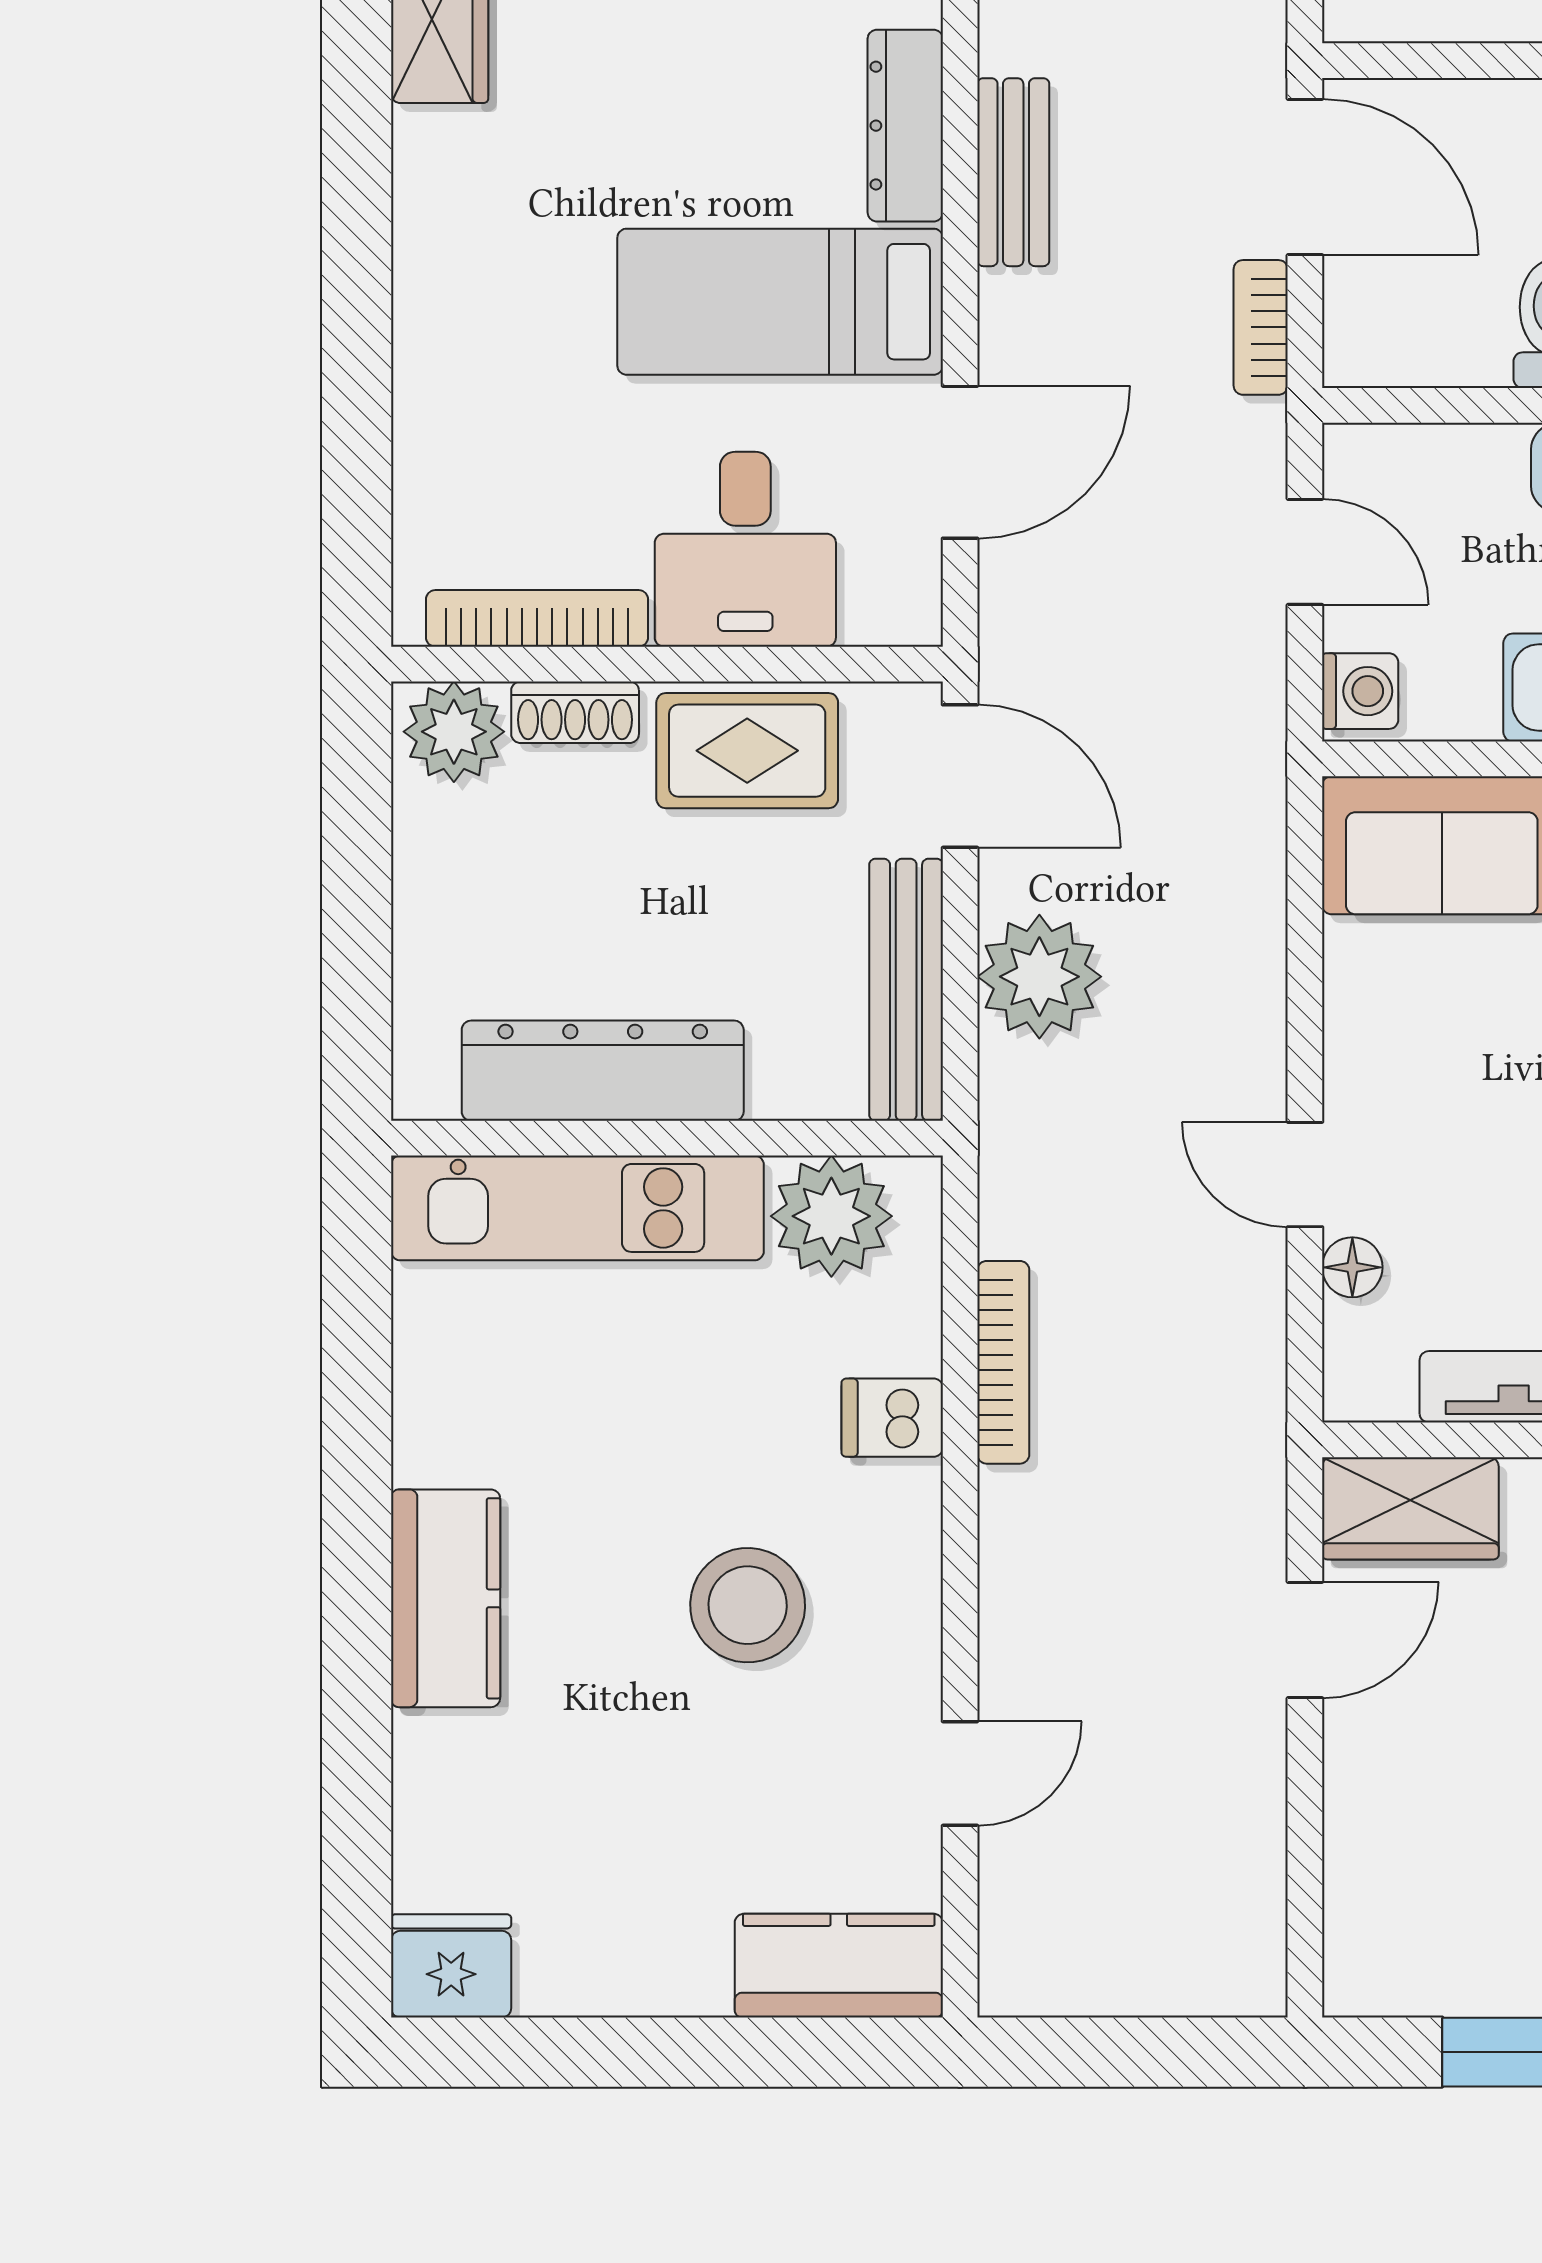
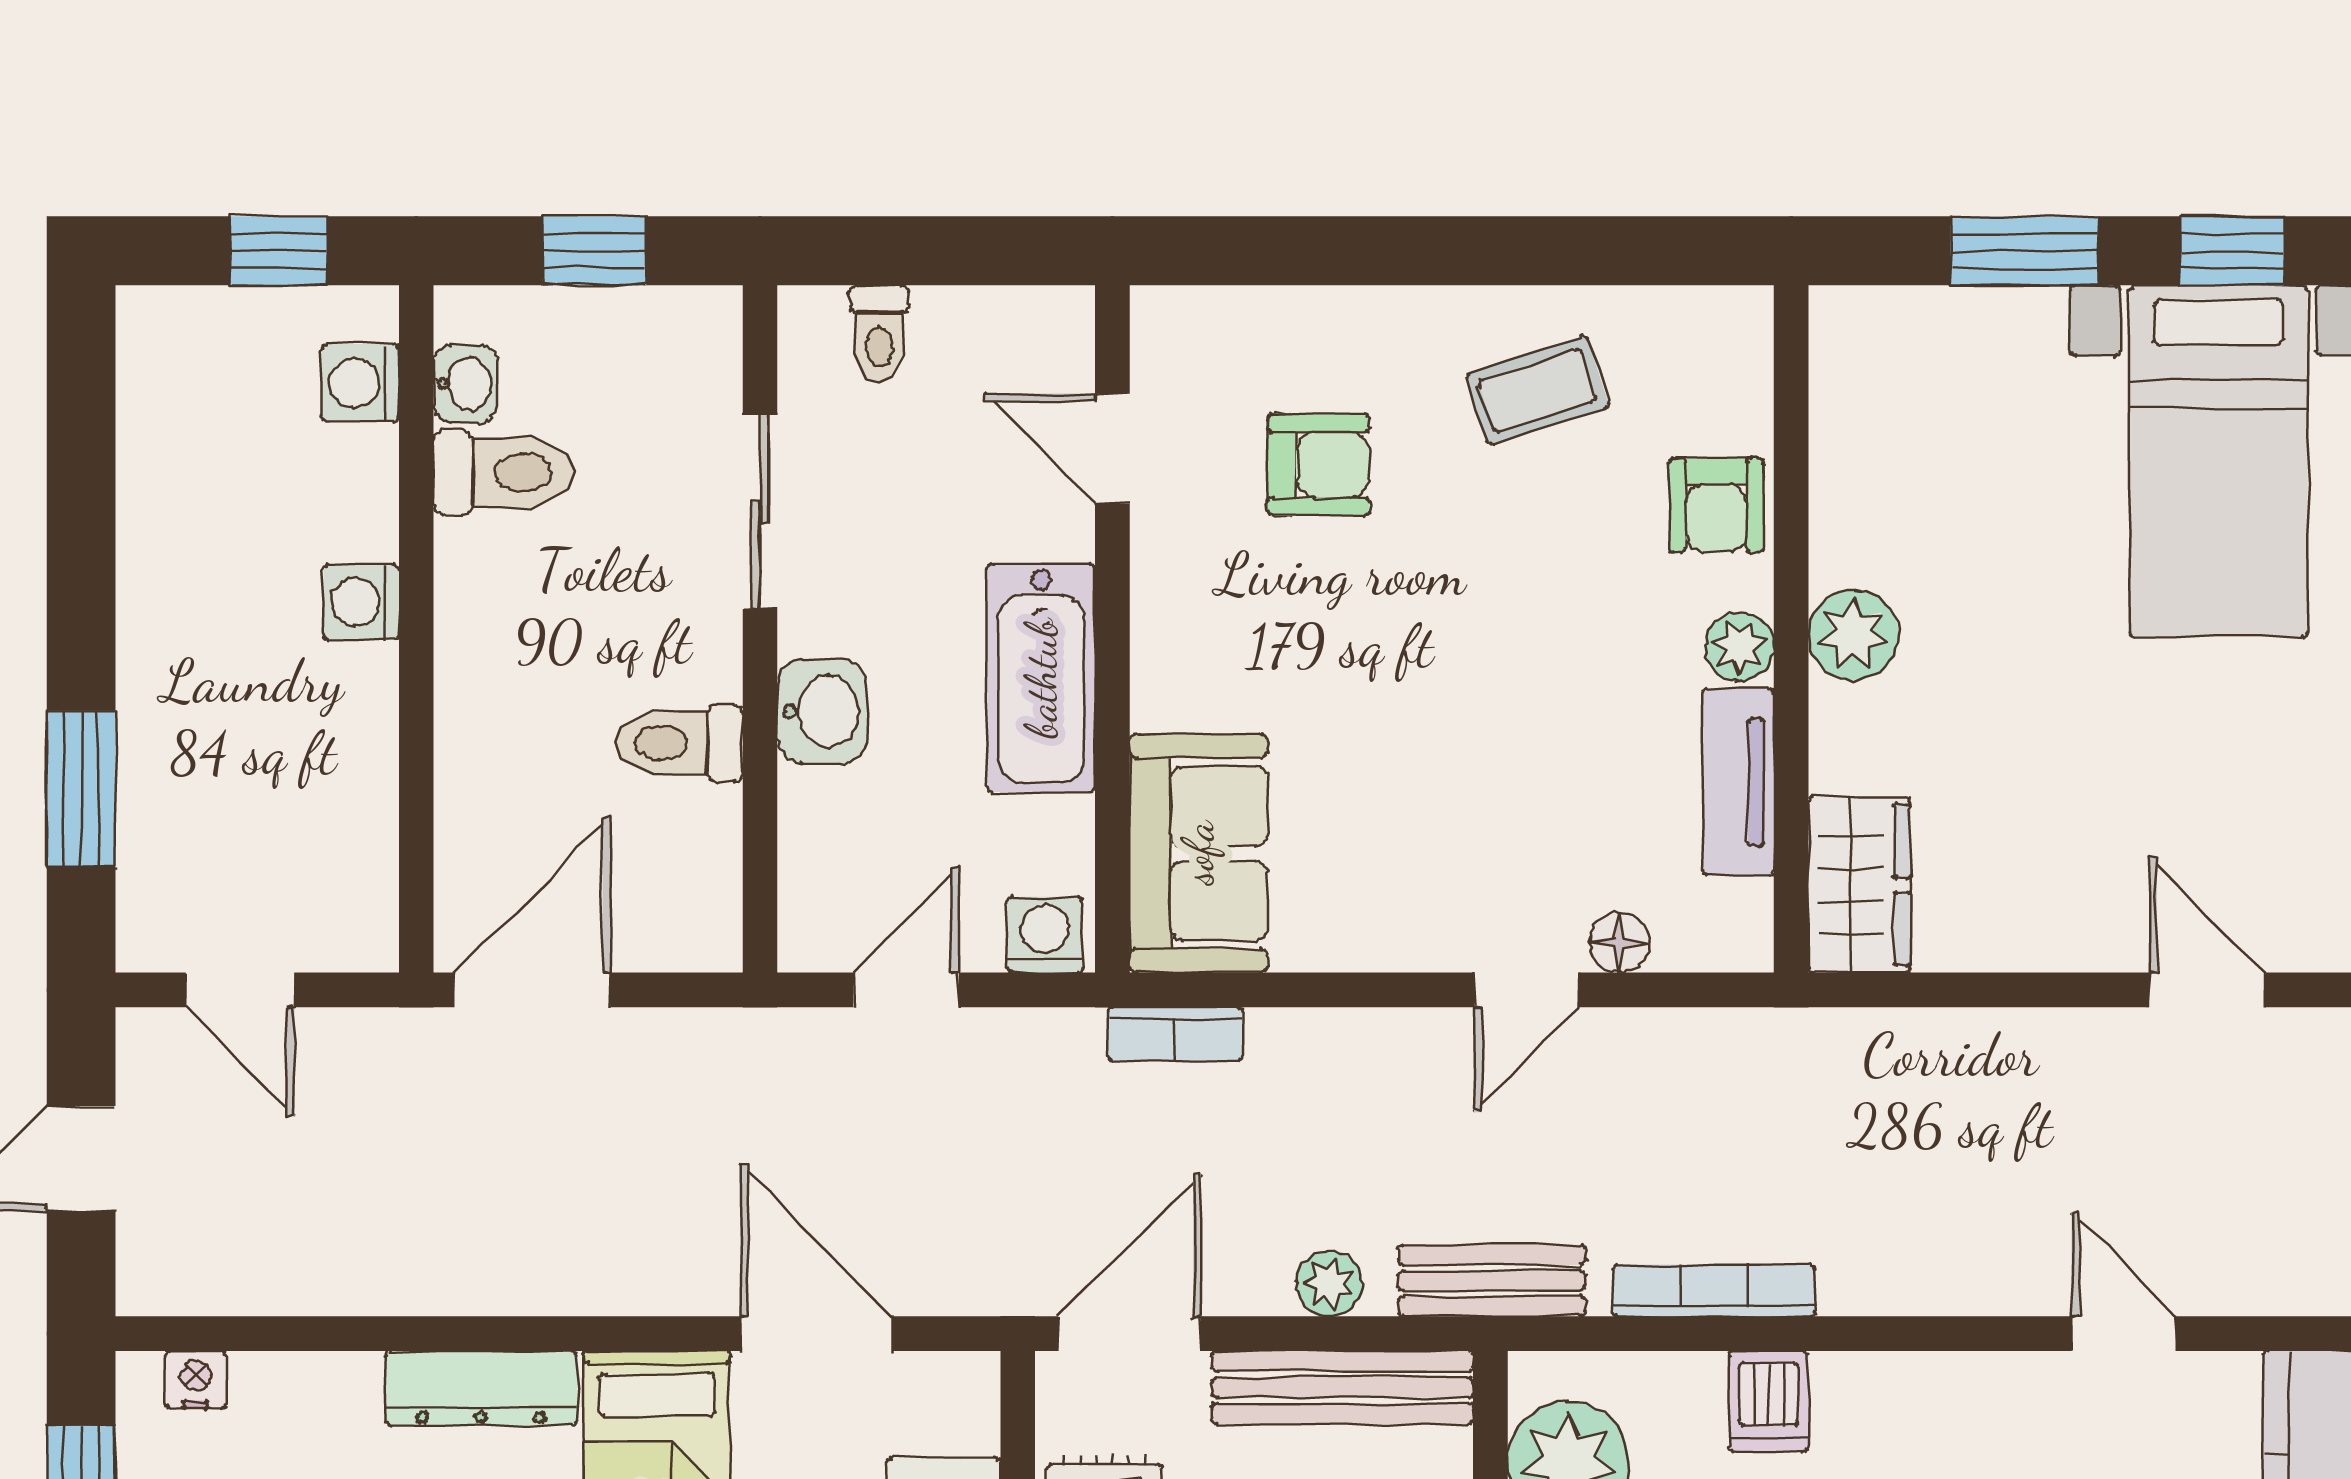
bench: (1013, 172) -> (1492, 1281), moved
bookcase: (1261, 327) -> (1175, 1034), moved
plant: (1039, 977) -> (1329, 1283), width x0.53, depth x0.53
door: (1305, 1640) -> (2207, 990), moved

